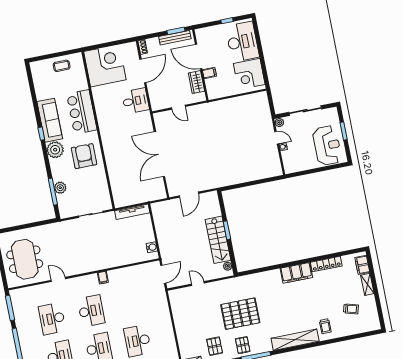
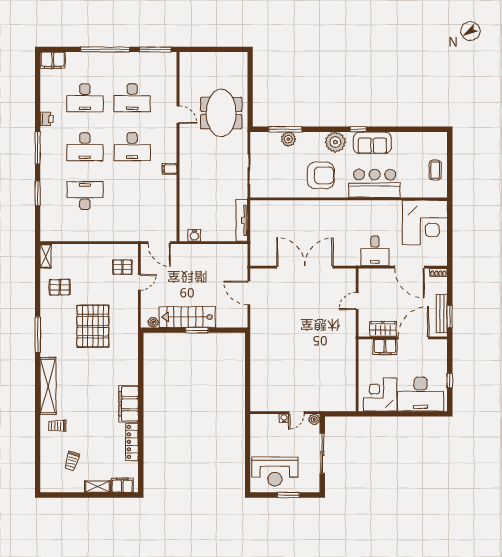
filing cabinet: (209, 73) -> (385, 347), width x2.00
sofa: (50, 120) -> (372, 143), width x0.73
meeting table: (25, 259) -> (221, 113), moved, turned 90
door: (58, 279) -> (178, 115), hinge flipped
desk: (52, 319) -> (132, 98), turned 180
pallet: (243, 345) -> (122, 267), moved

